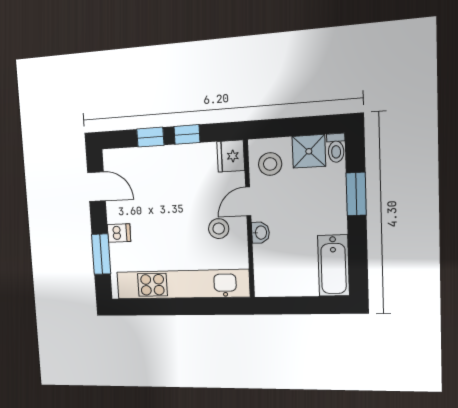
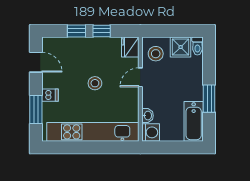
window: (356, 194) -> (209, 99), moved
stool: (219, 229) -> (95, 83), moved
washbasin: (260, 233) -> (148, 116), moved
washing machine: (267, 284) -> (151, 132), added

